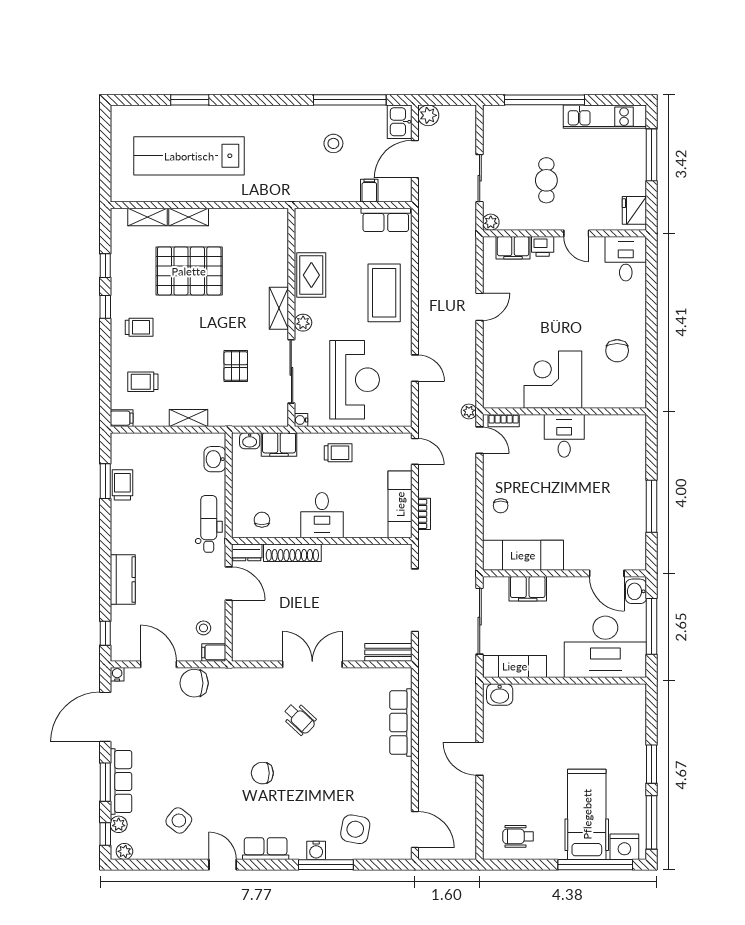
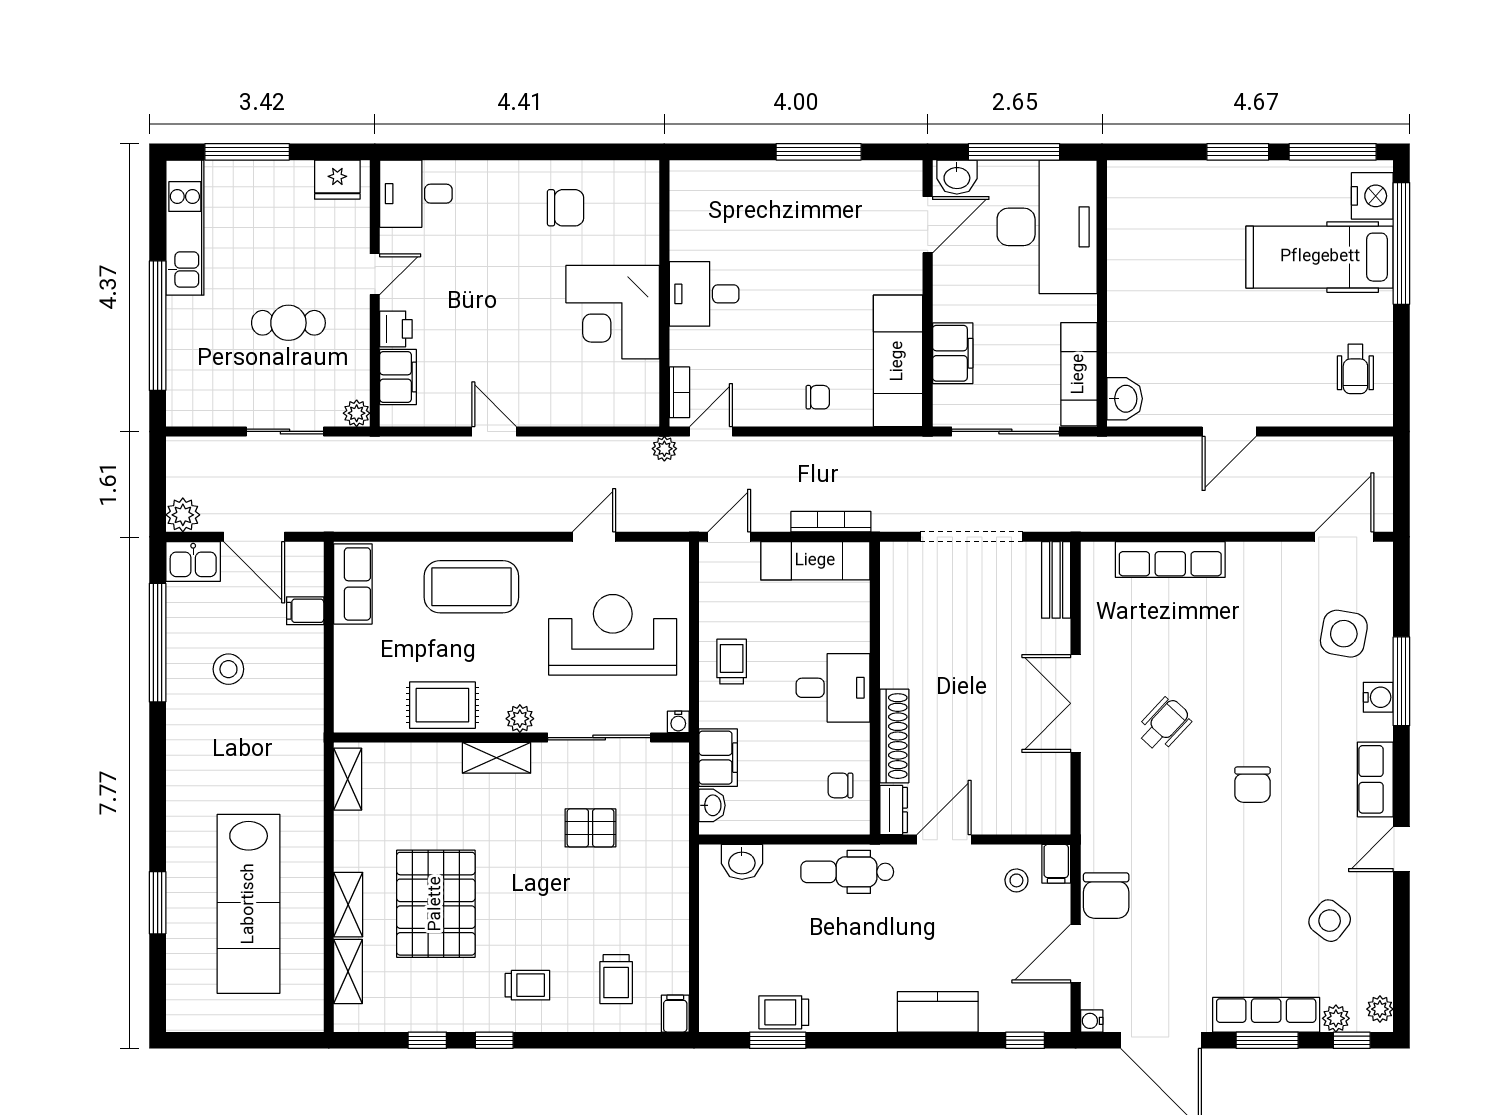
trolley: (139, 327) -> (527, 985), turned 90
shelving: (188, 418) -> (348, 779), moved
bookcase: (424, 514) -> (831, 522), width x1.56

